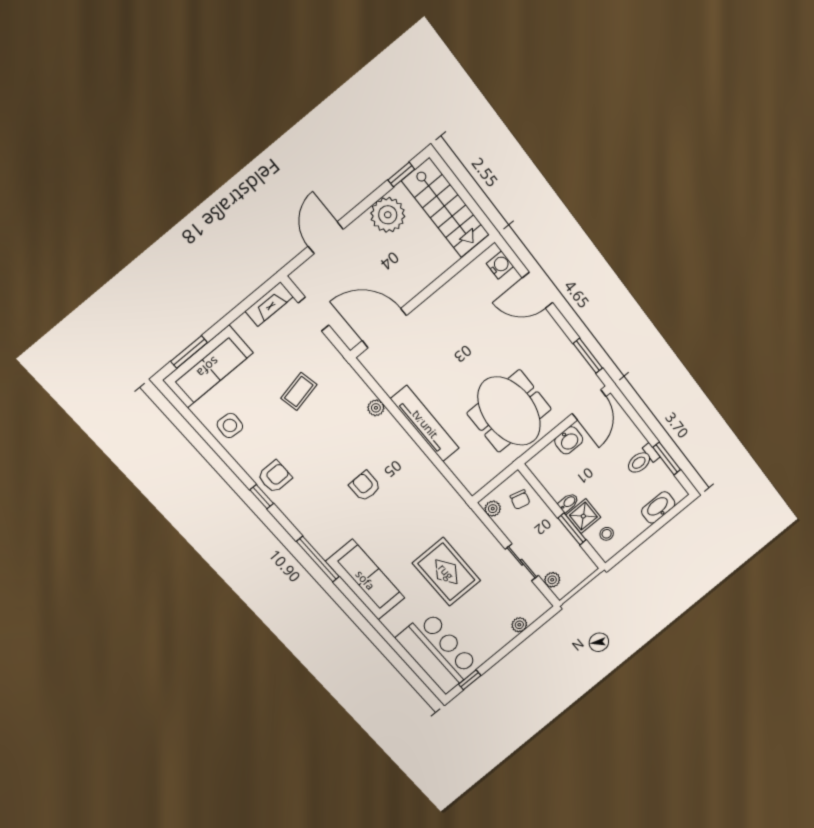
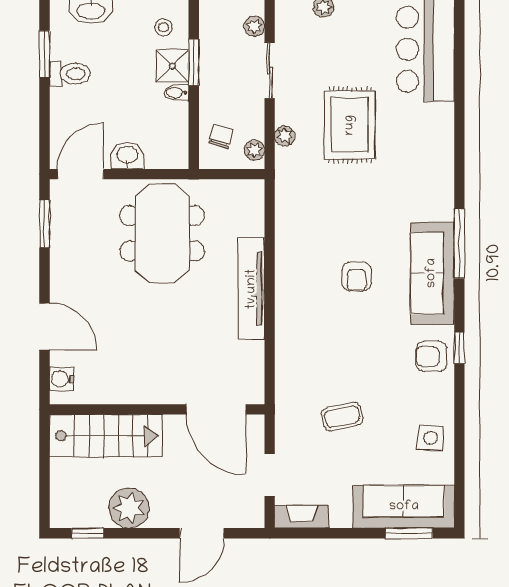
stairs: (446, 208) -> (106, 436), moved, turned 90
plant: (376, 408) -> (285, 136), moved
sofa: (365, 580) -> (432, 273), moved

